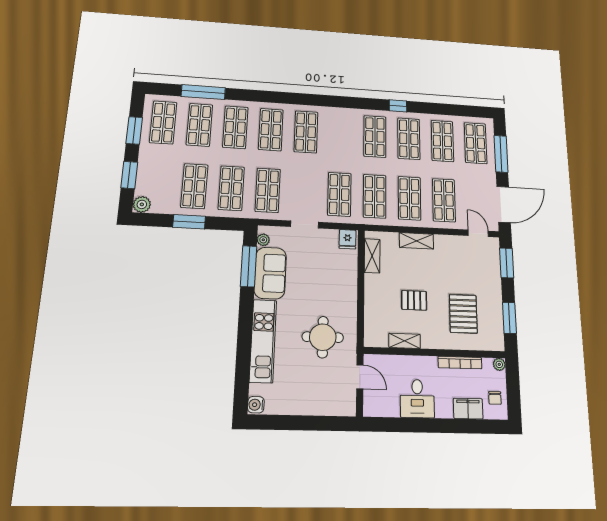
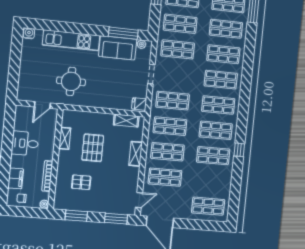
shop shelf: (442, 141) -> (218, 105), moved
window: (501, 154) -> (199, 225), removed
pallet: (414, 300) -> (93, 148), width x1.50, depth x1.42
pallet: (463, 314) -> (81, 182), width x0.67, depth x0.71

